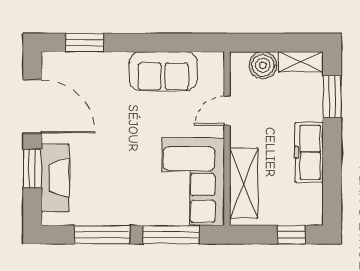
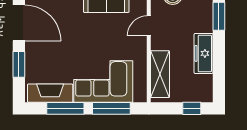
fireplace: (55, 178) -> (50, 93), moved, turned -90
corner sofa: (193, 182) -> (103, 82), moved, turned 90

